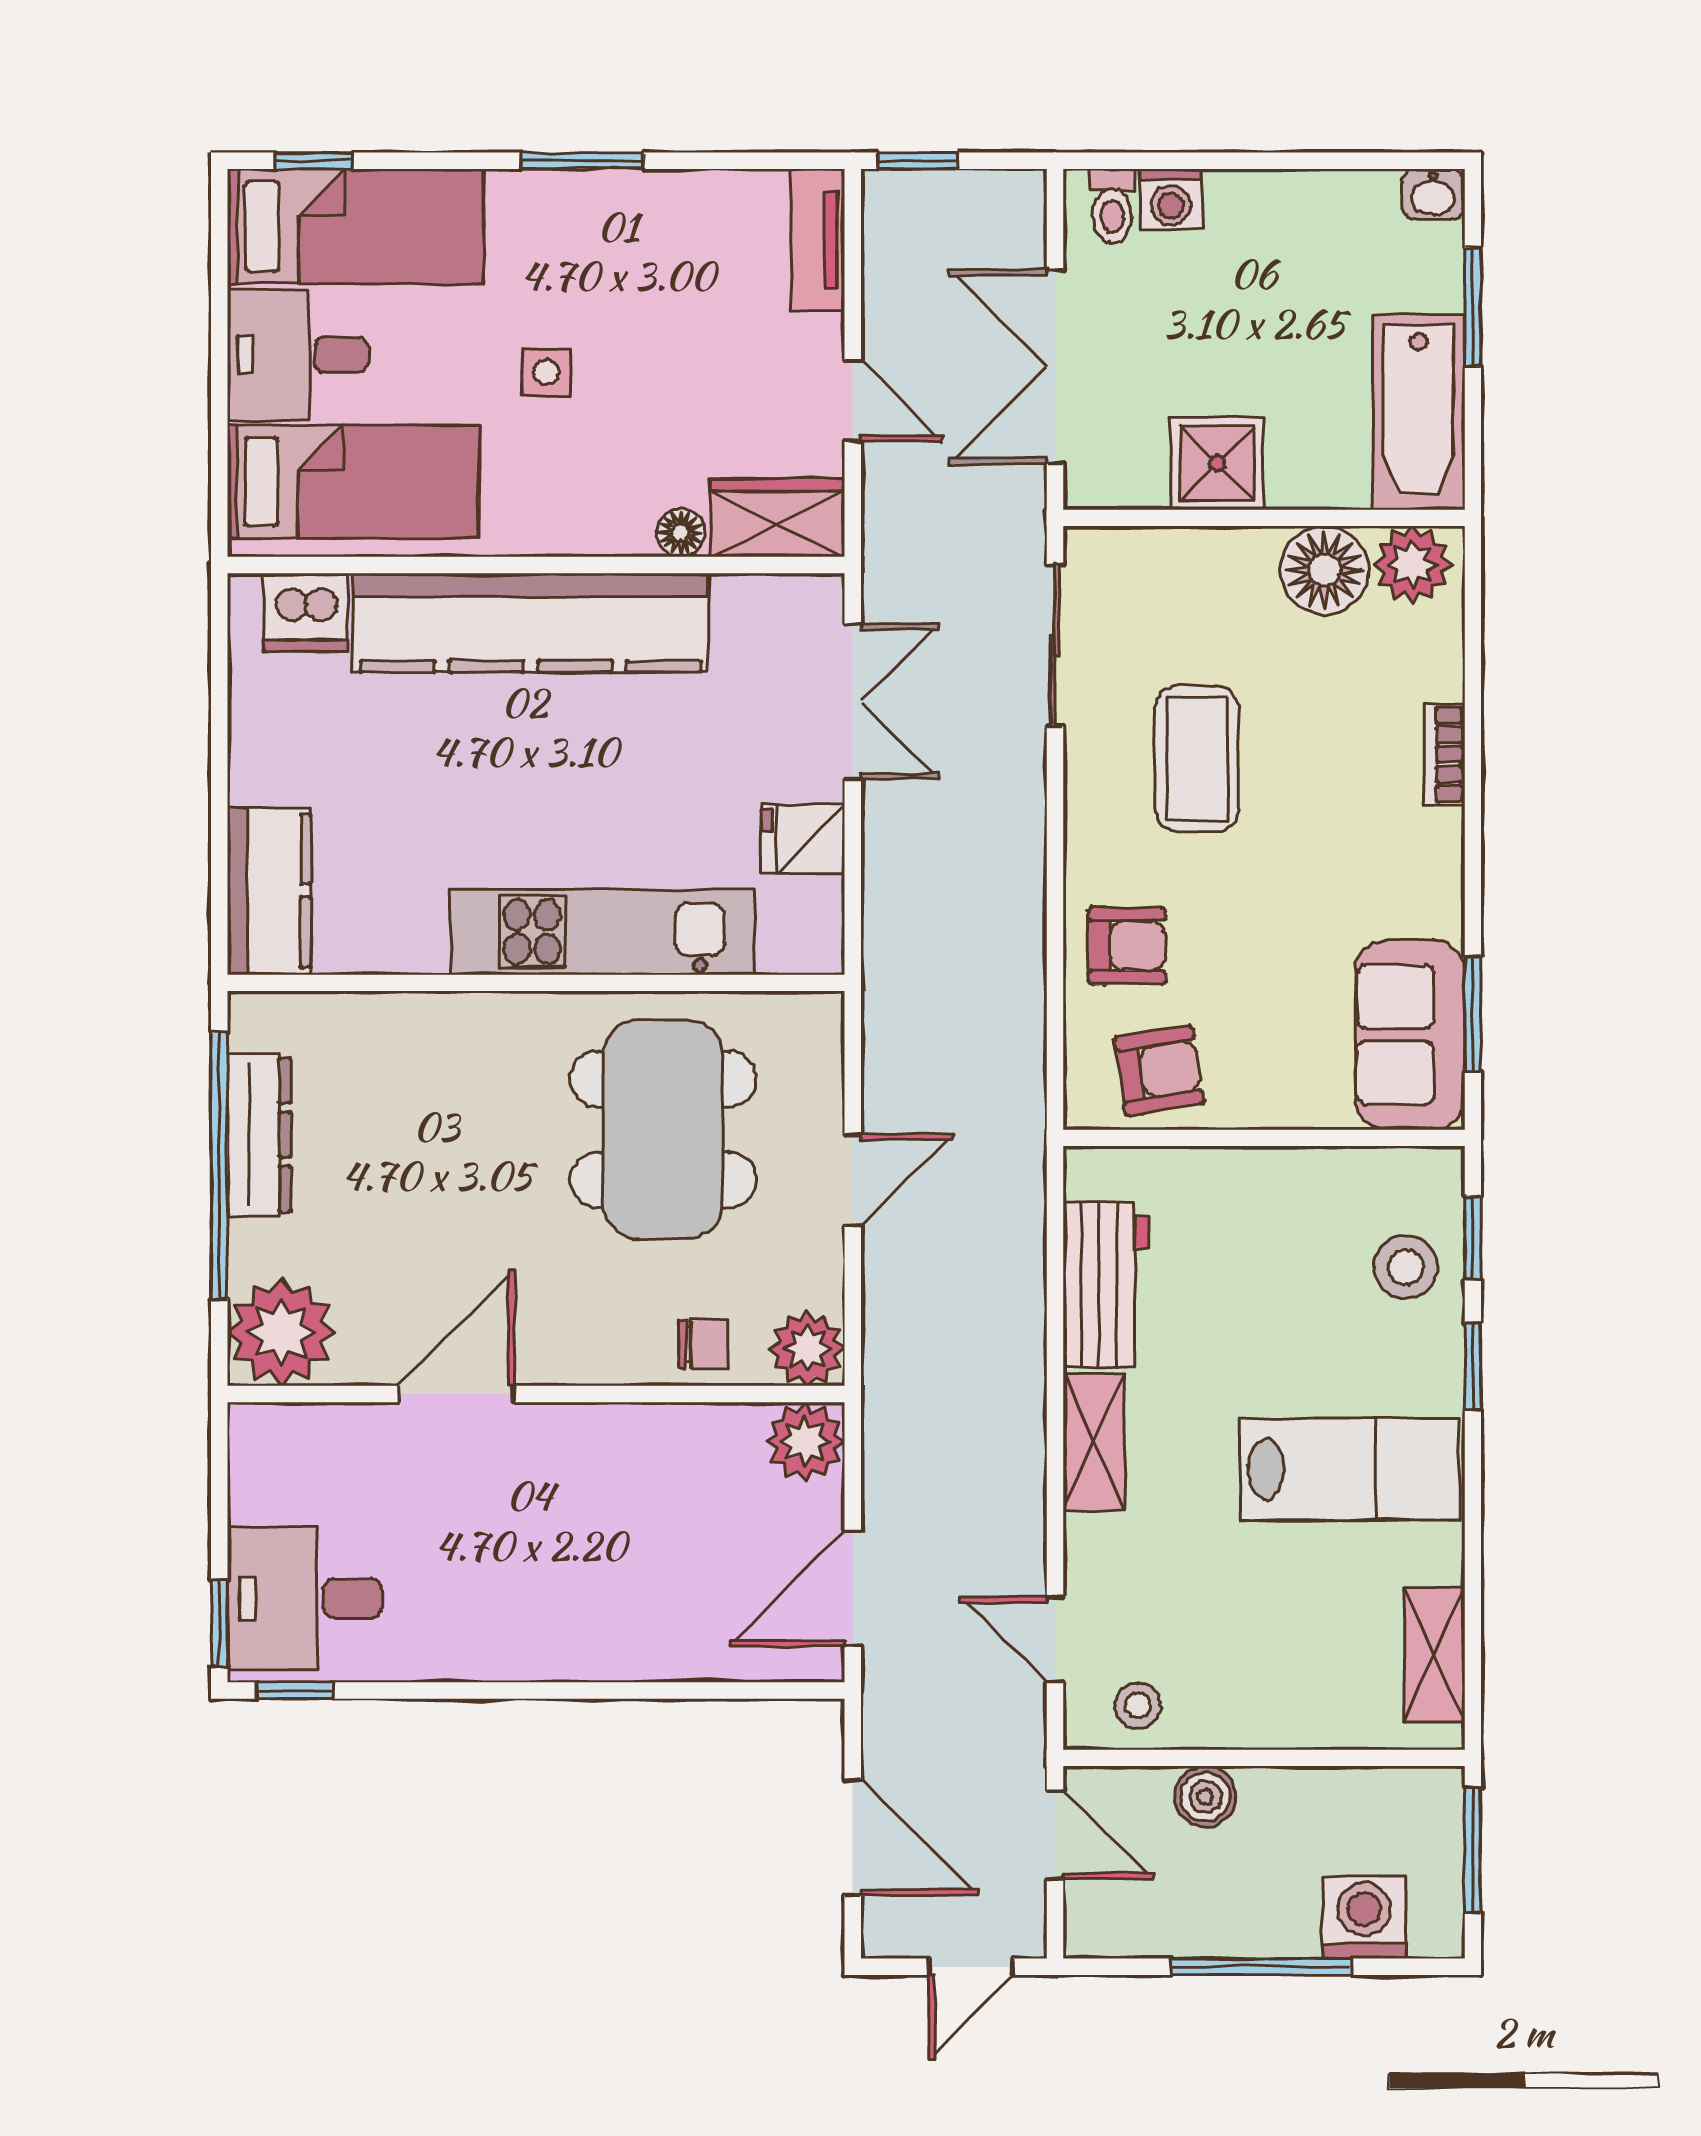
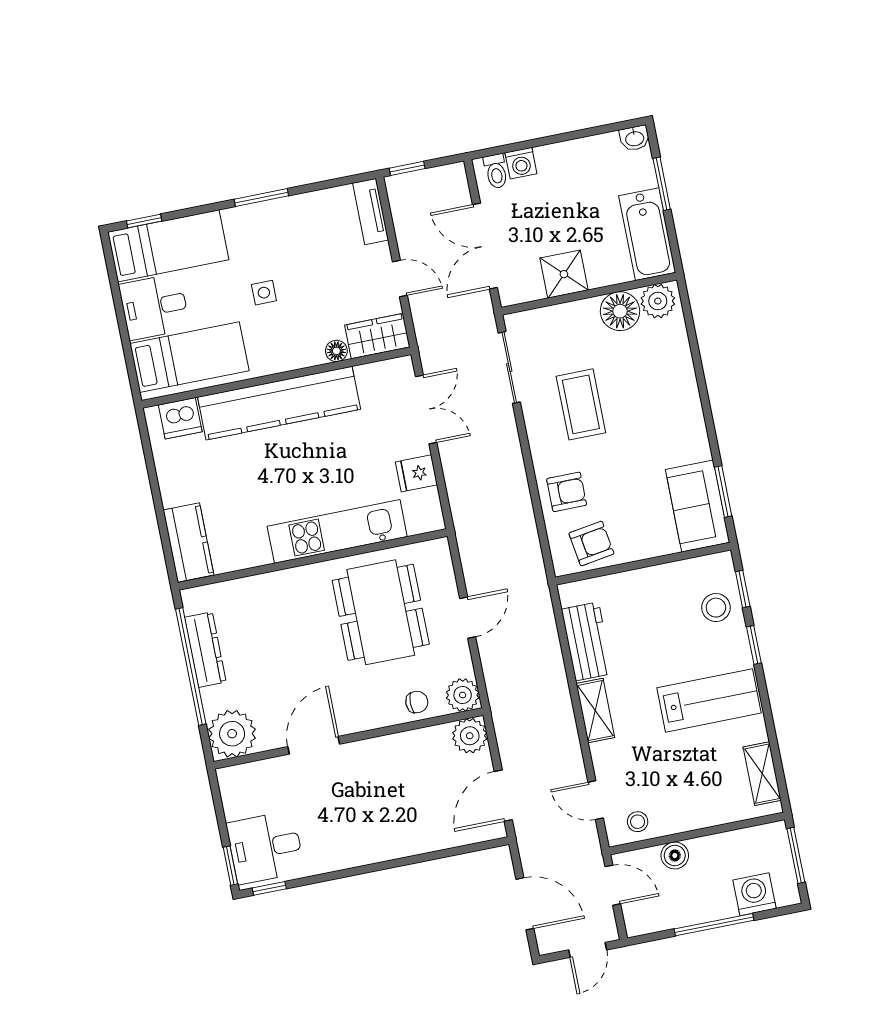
bookcase: (1444, 755) -> (688, 381), removed

